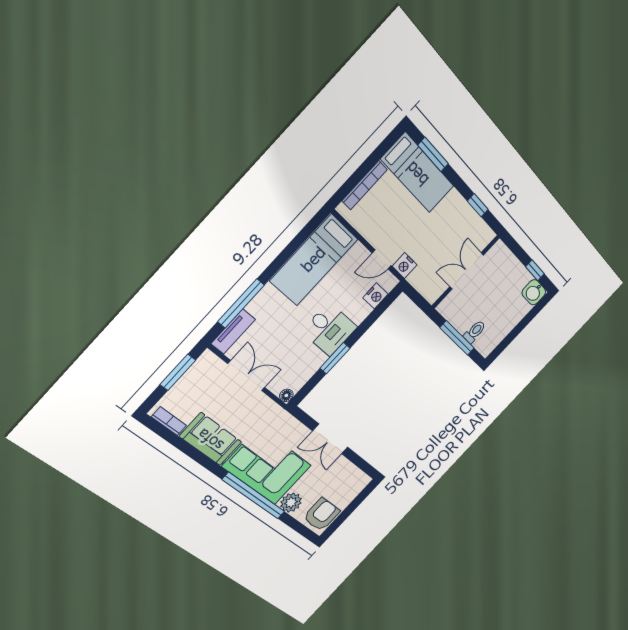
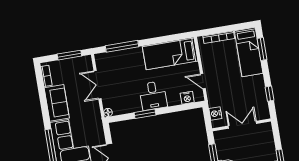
nightstand: (405, 266) -> (215, 114), moved
tv unit: (233, 332) -> (108, 57), removed
double door: (246, 376) -> (98, 85), swing flipped

